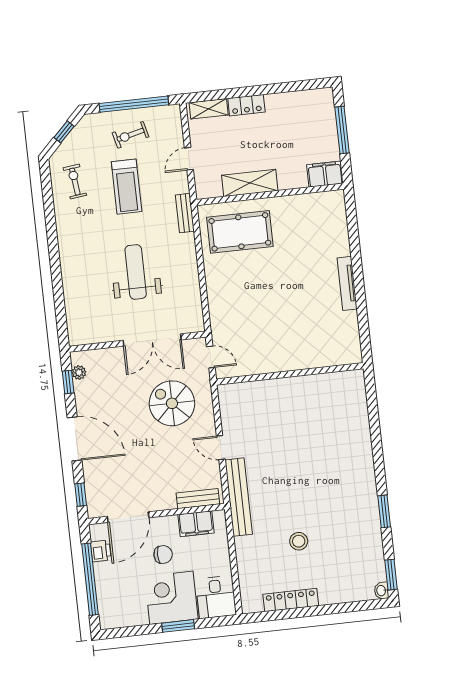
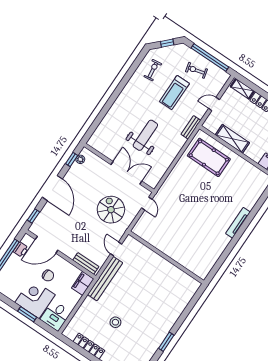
double door: (152, 340) -> (126, 173), swing flipped
wall: (290, 374) -> (166, 257), moved
filing cabinet: (196, 524) -> (83, 283), moved, turned 90

